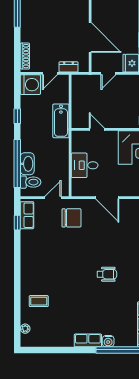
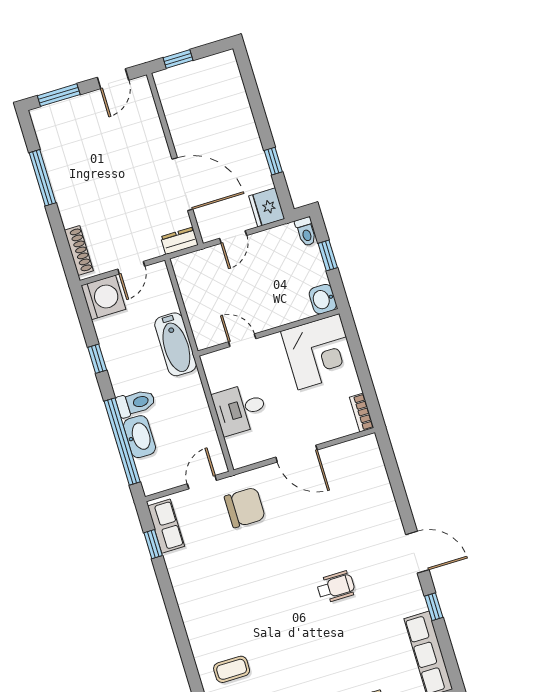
dresser: (69, 67) -> (179, 241), moved
toilet: (31, 182) -> (136, 403), moved

